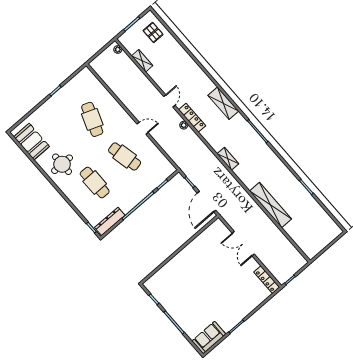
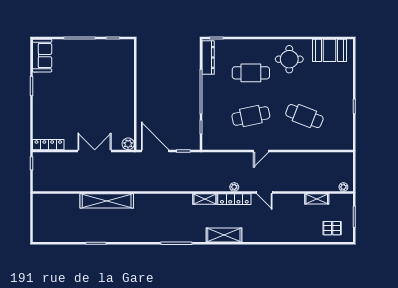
shelving: (228, 159) -> (205, 199), moved
plant: (218, 225) -> (128, 144), added

